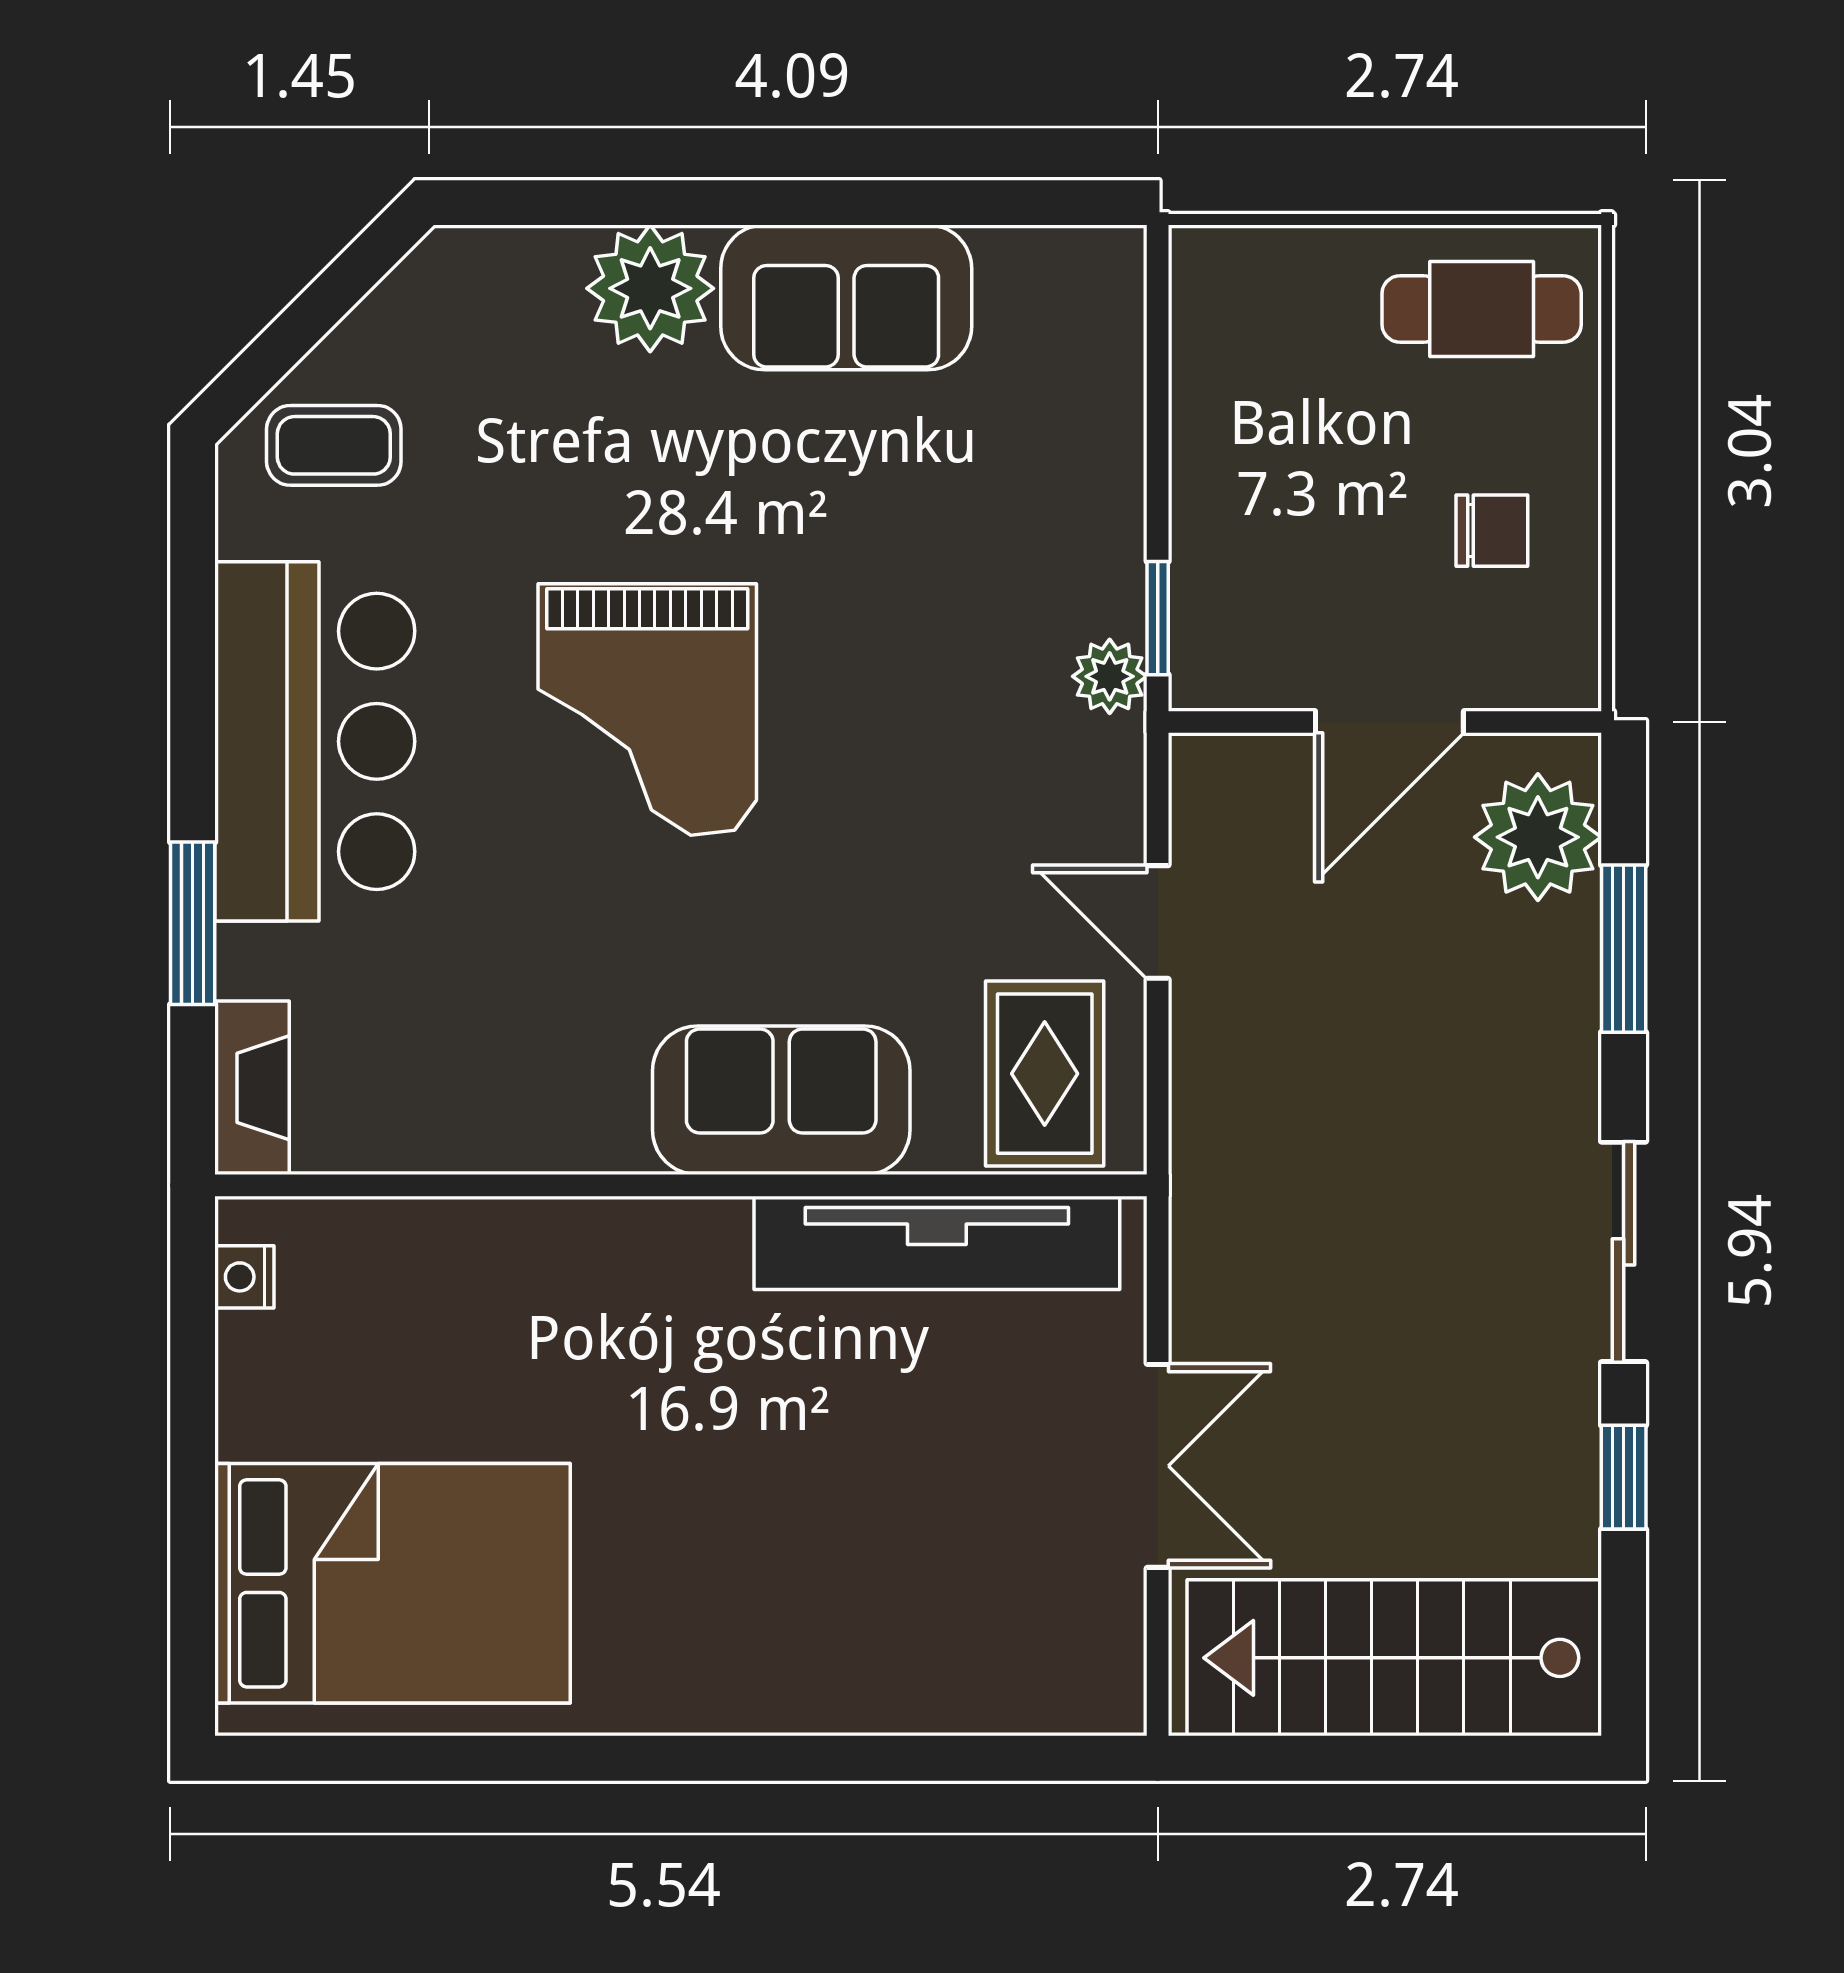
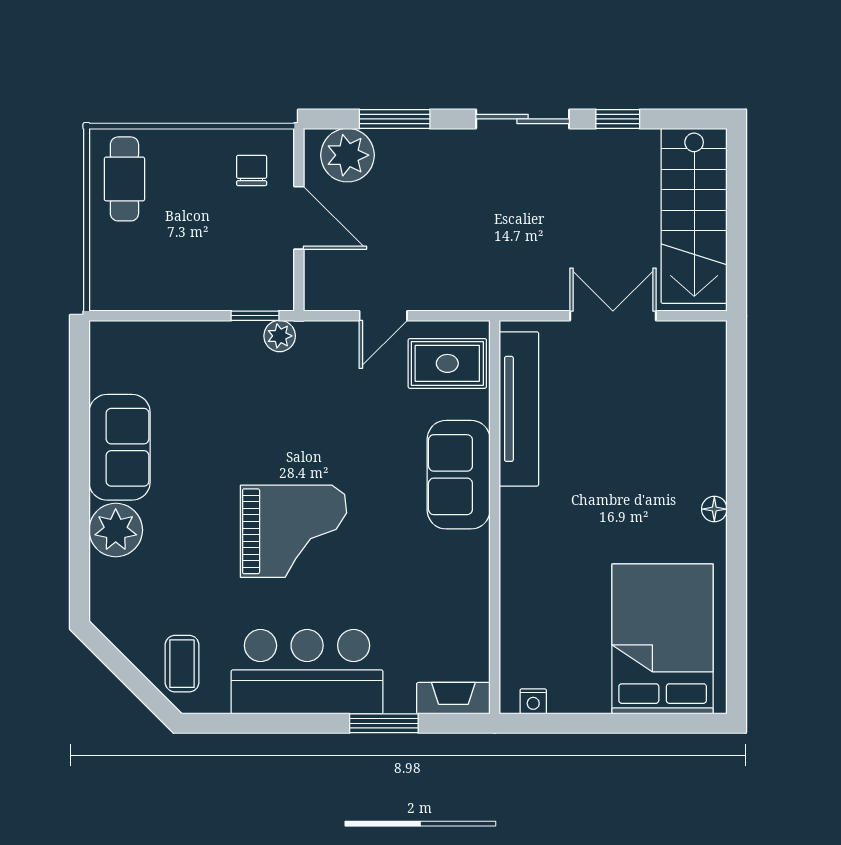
chair: (1492, 531) -> (252, 170), moved
floor lamp: (700, 1706) -> (714, 509), added

